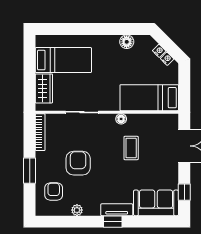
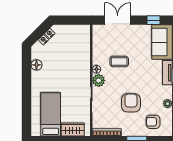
bed: (149, 98) -> (80, 47), removed
plant: (107, 122) -> (99, 80), added
armchair: (78, 163) -> (131, 103), turned 90

